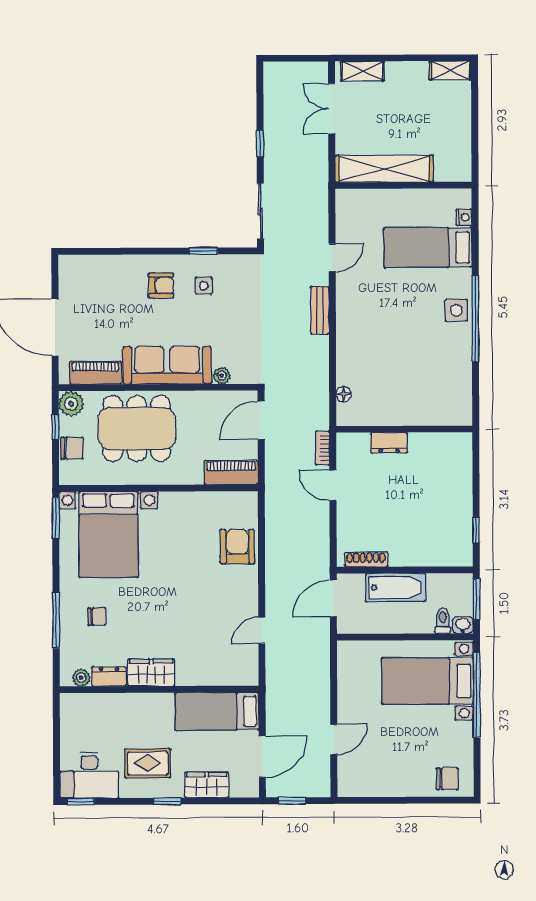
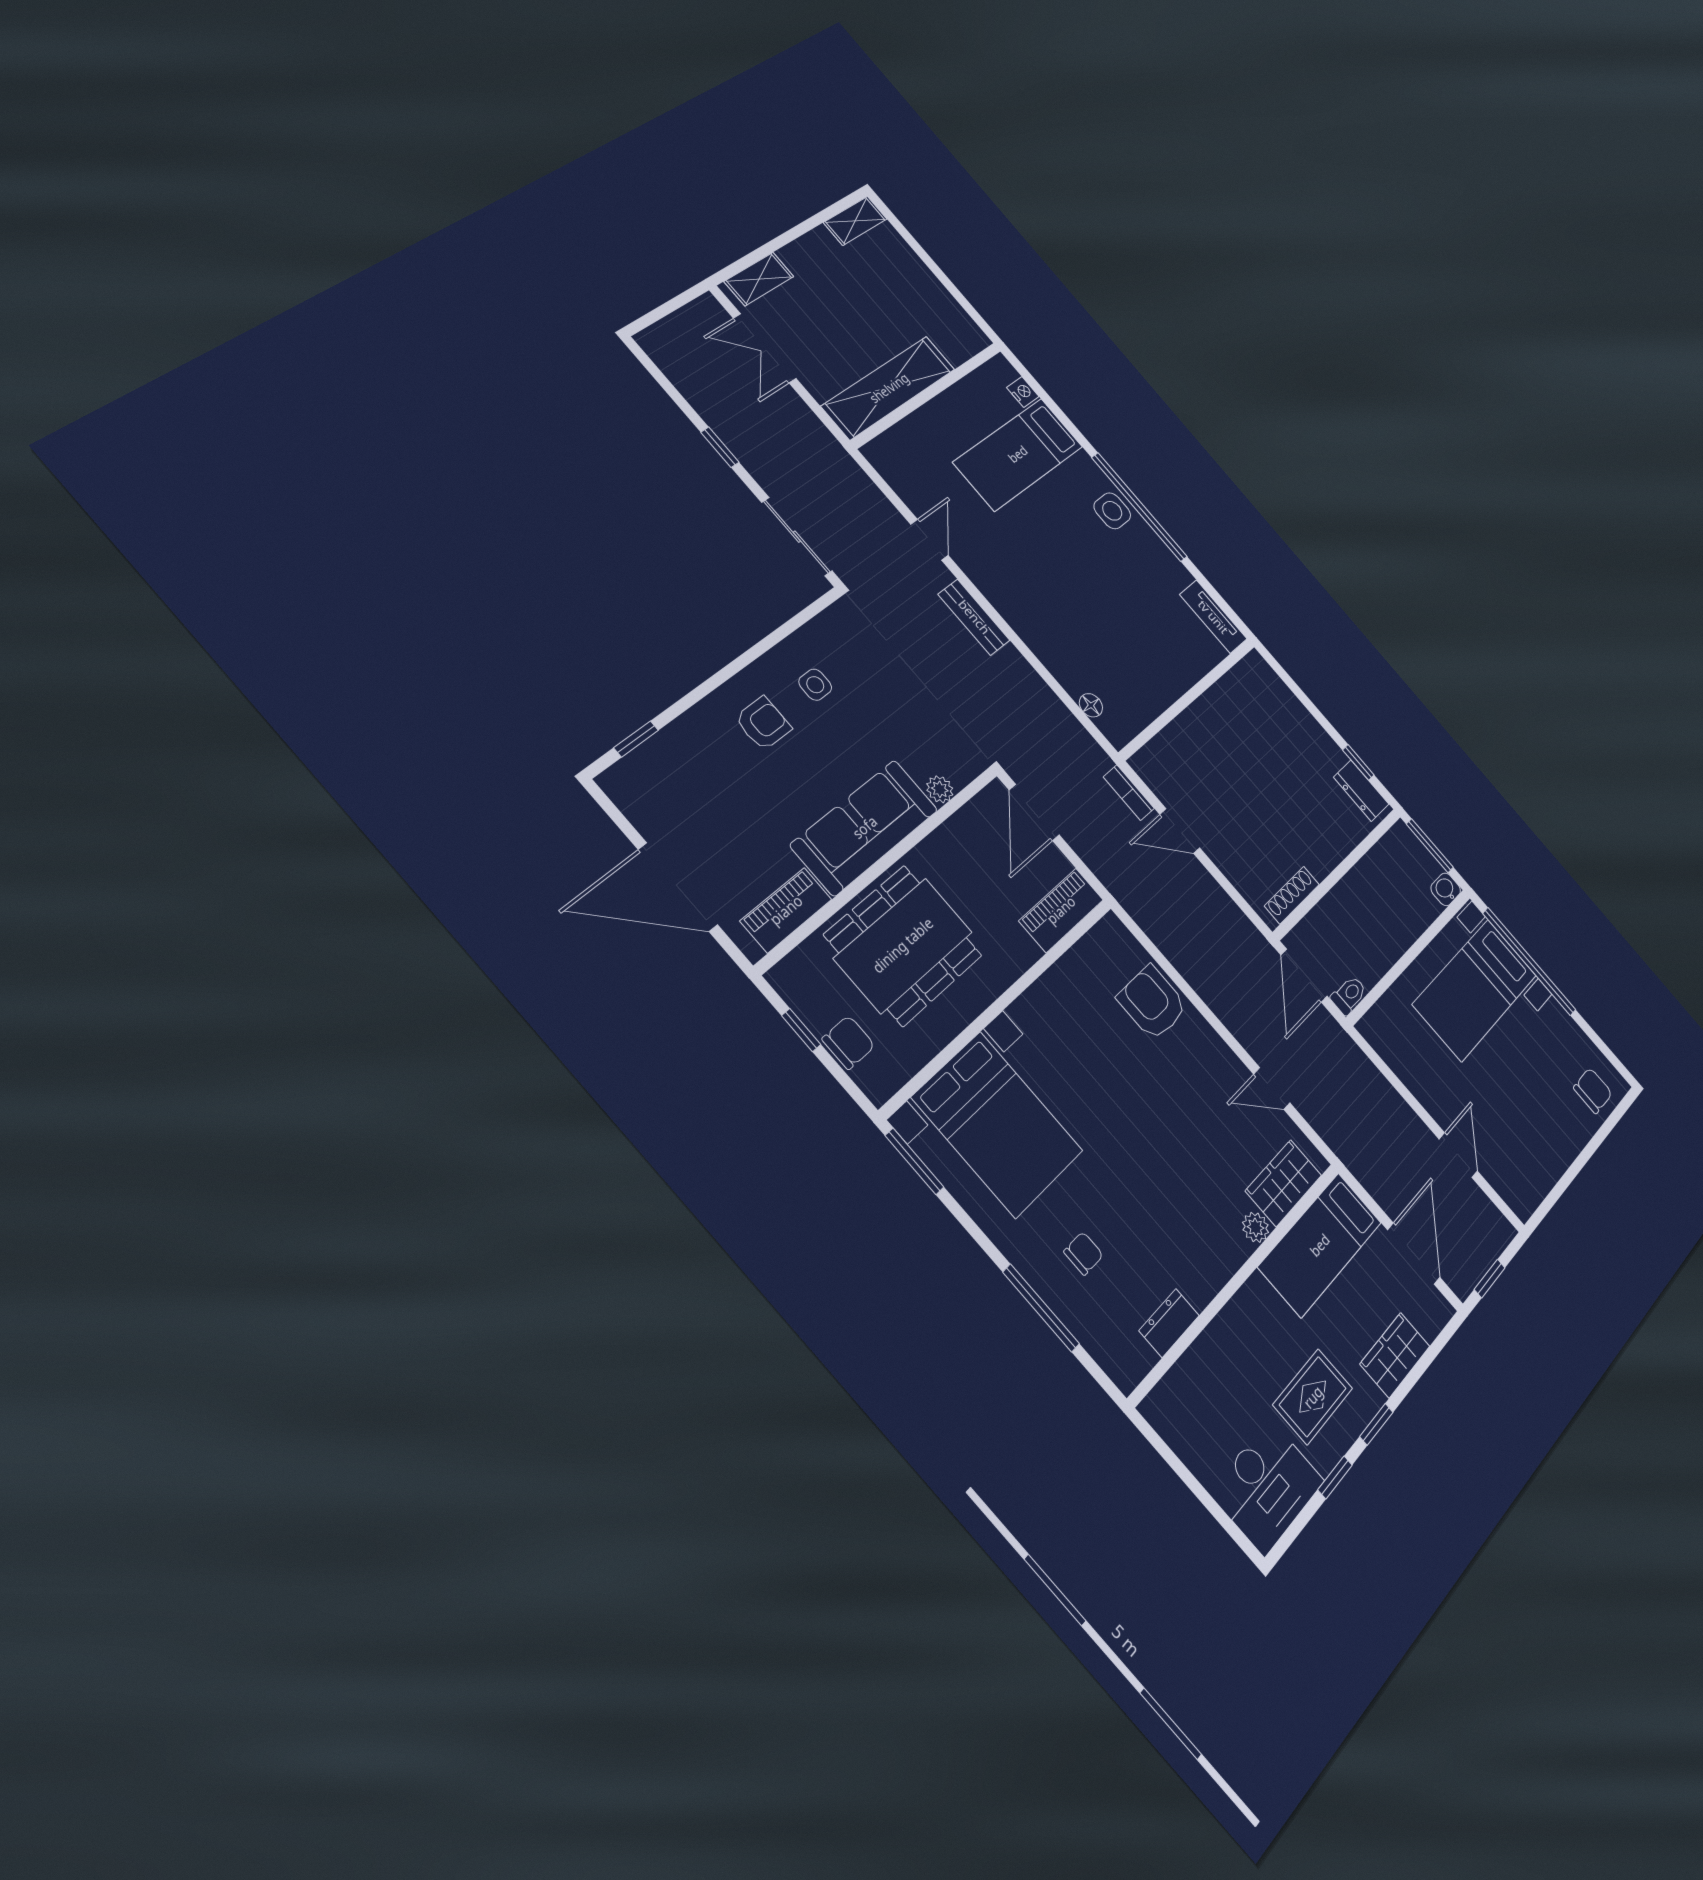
window: (204, 251) -> (636, 739), moved
tv unit: (463, 401) -> (1213, 617), added
plant: (71, 404) -> (793, 980), removed
dresser: (389, 443) -> (1361, 791), moved, turned 90
bathtub: (396, 588) -> (1349, 903), removed
toilet: (443, 621) -> (1349, 995), moved, turned 90
door: (262, 630) -> (1272, 1089), hinge flipped
wardrobe: (151, 673) -> (1283, 1183), moved
plant: (81, 678) -> (1256, 1227), moved
window: (81, 801) -> (1335, 1477), moved

